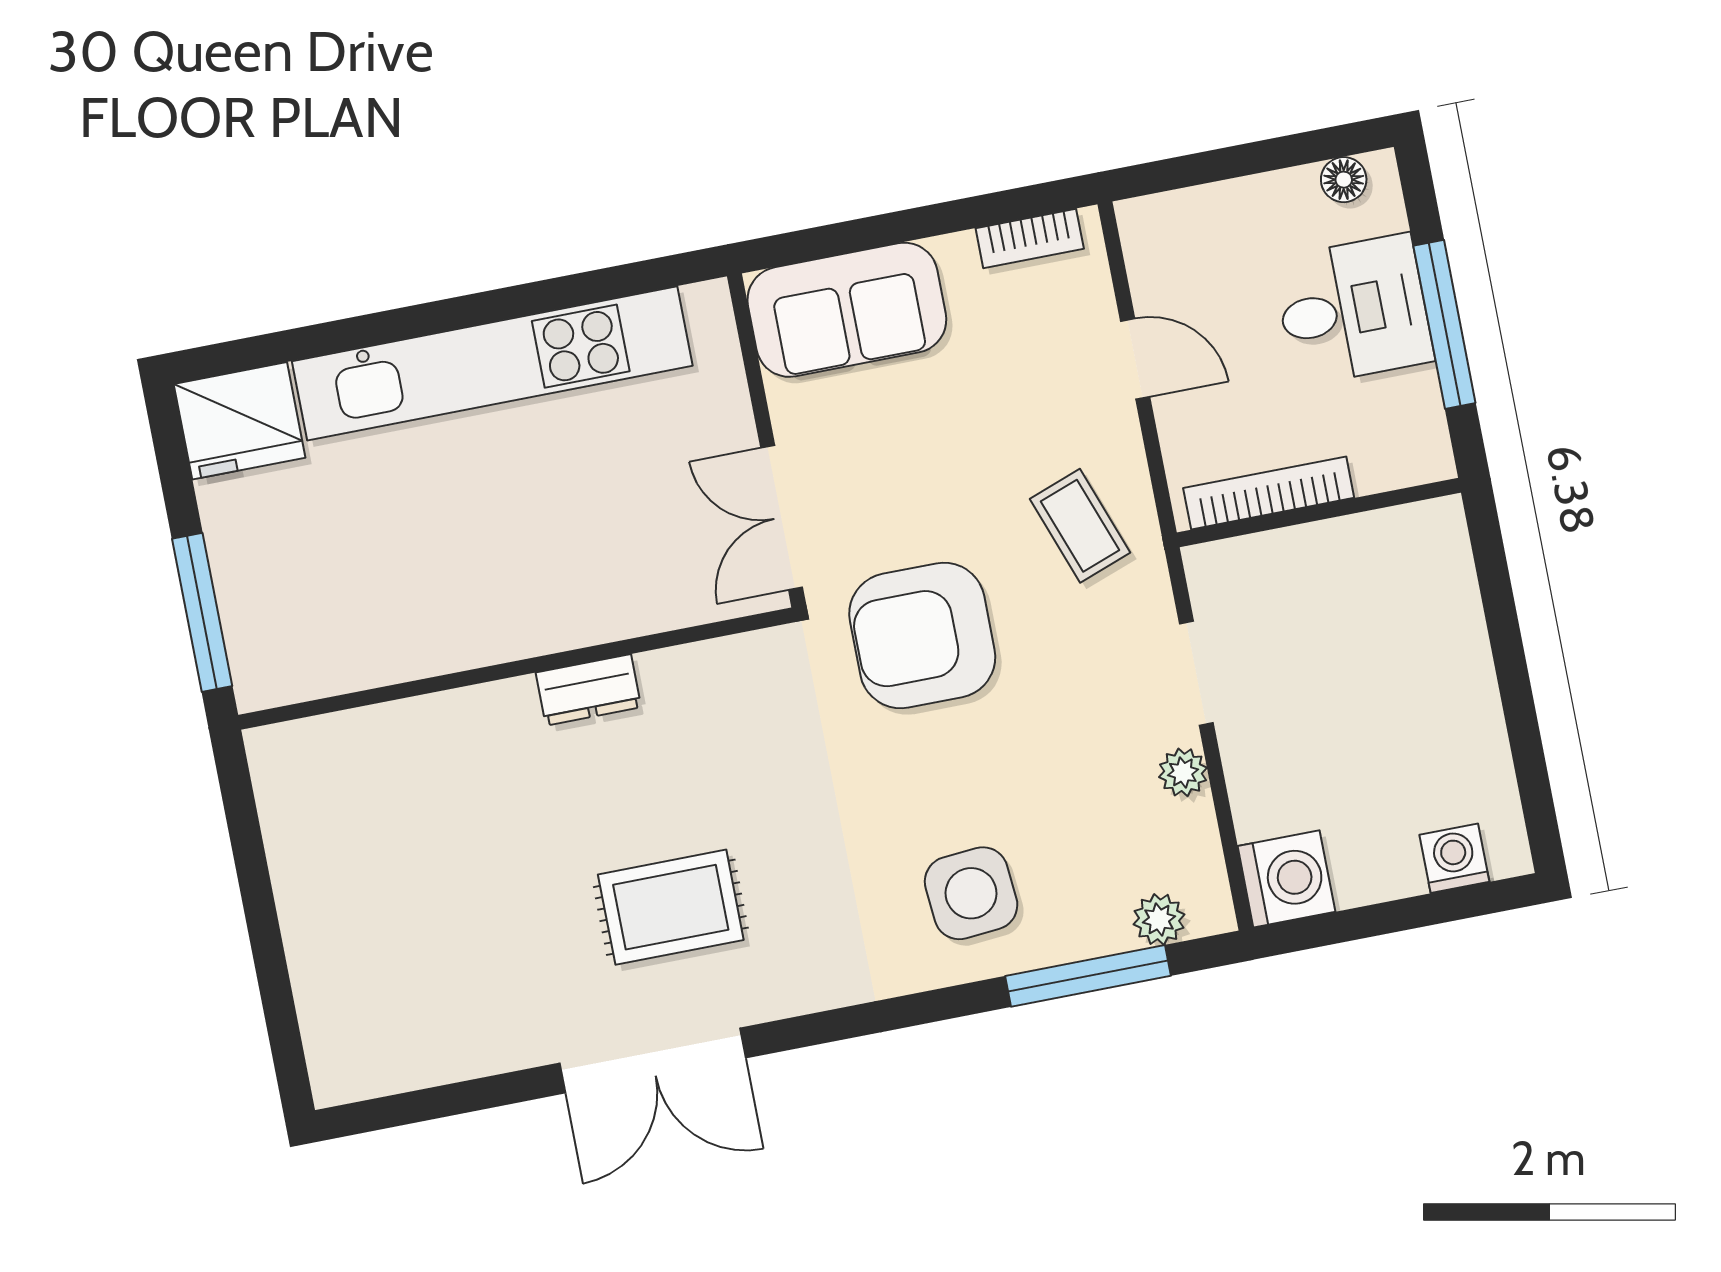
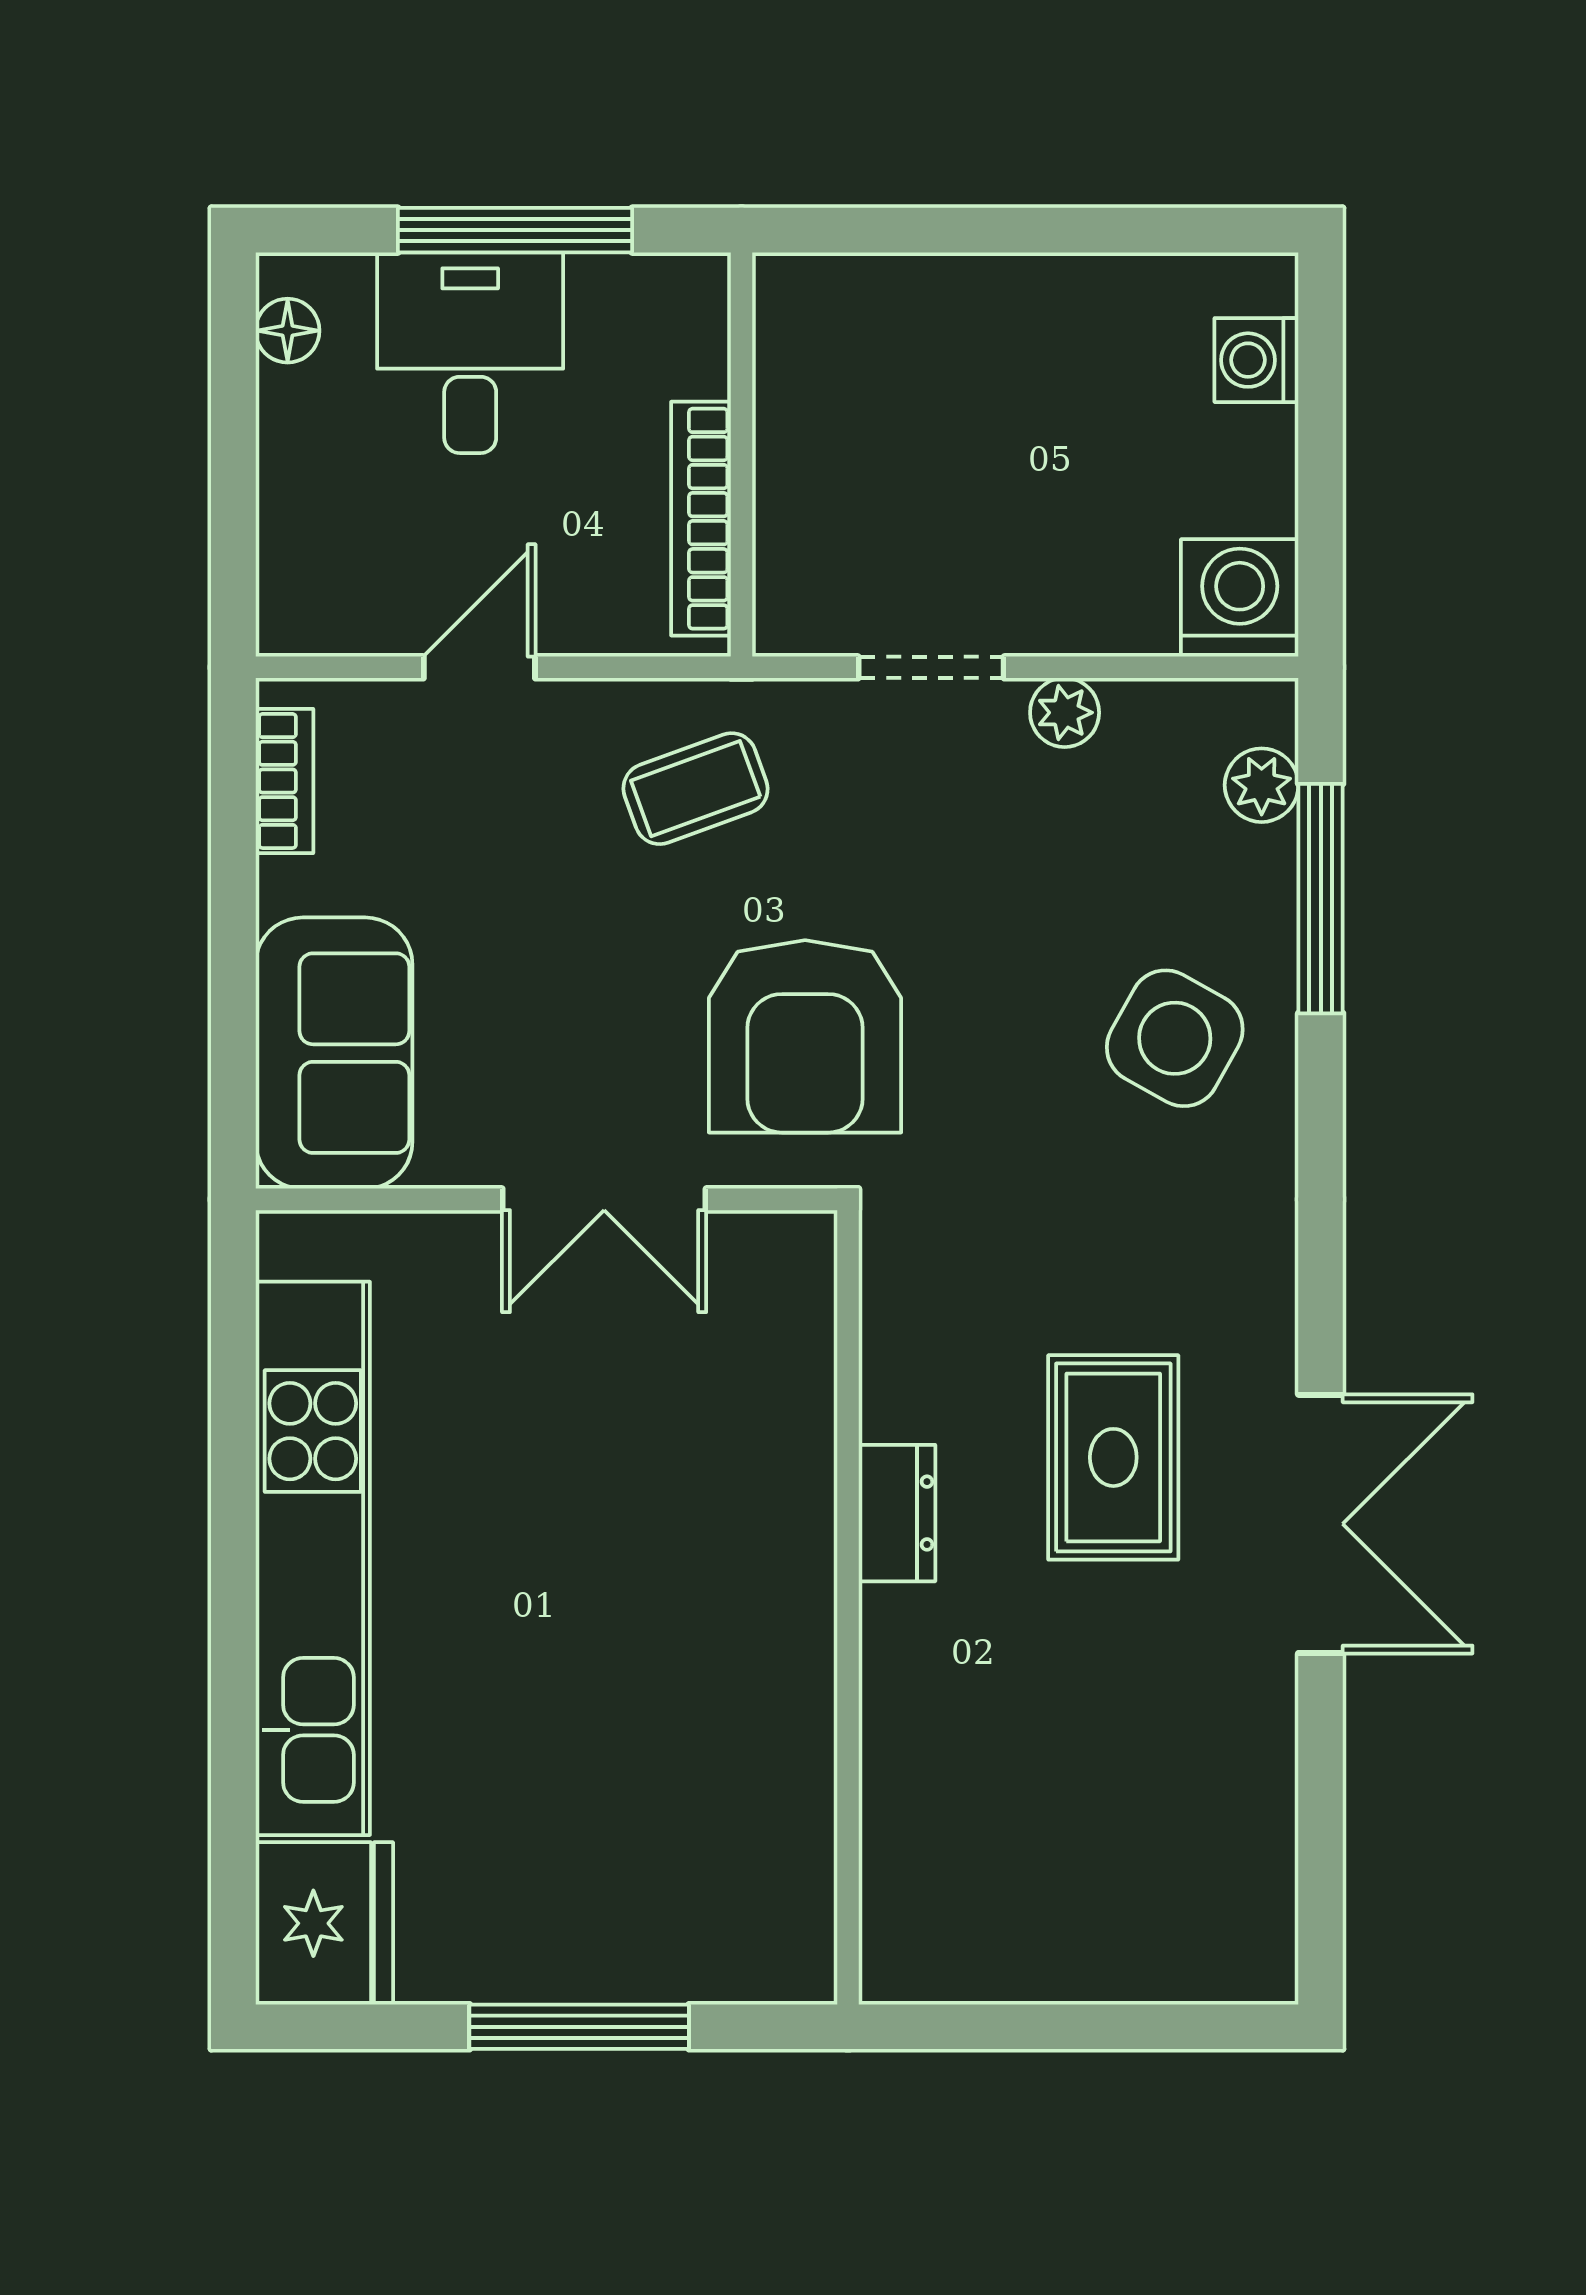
wall: (516, 669) -> (848, 1607), moved
dresser: (588, 690) -> (897, 1513), moved
side table: (971, 893) -> (1175, 1038), turned 34

